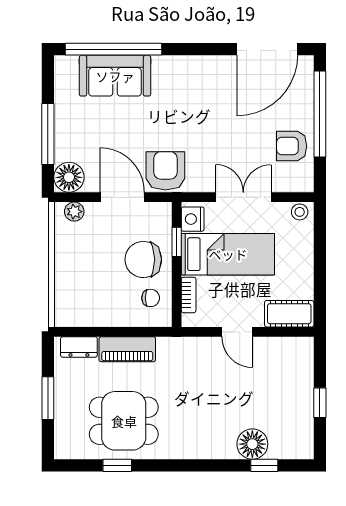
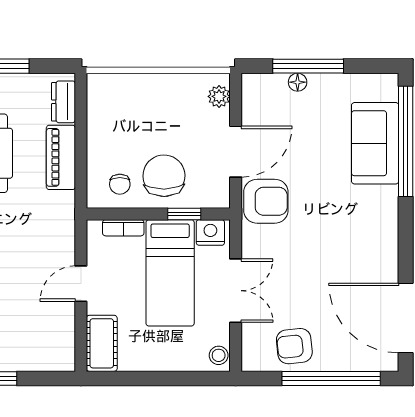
armchair: (292, 146) -> (294, 346), turned -96
floor lamp: (69, 177) -> (298, 82), moved, width x0.53, depth x0.53

